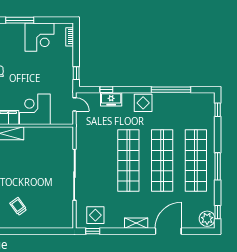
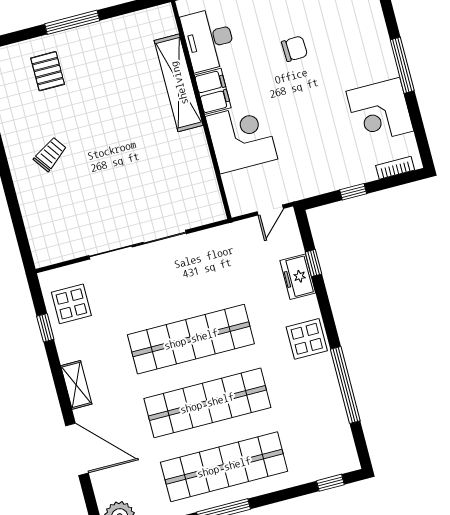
window: (76, 73) -> (353, 192), moved
window: (93, 231) -> (45, 328), moved

